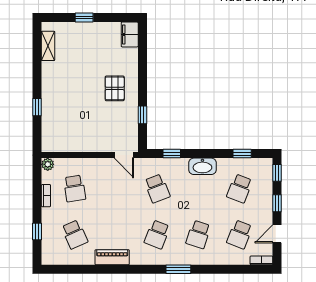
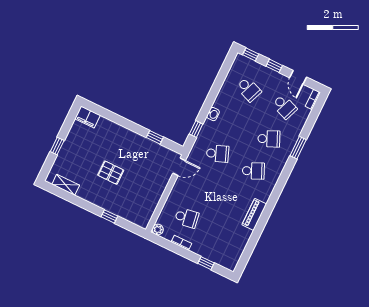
pallet: (115, 88) -> (111, 173), moved
window: (242, 154) -> (223, 74), removed
washbasin: (202, 166) -> (213, 114), width x0.52, depth x0.69
school desk: (75, 234) -> (222, 235), removed
school desk: (157, 234) -> (253, 171), turned -45
school desk: (198, 234) -> (269, 139), turned -42
window: (178, 269) -> (298, 148), moved

